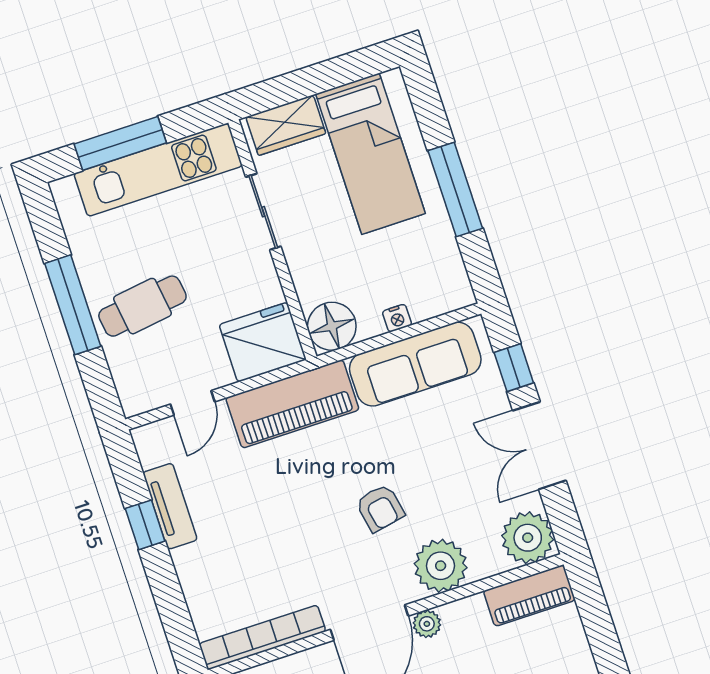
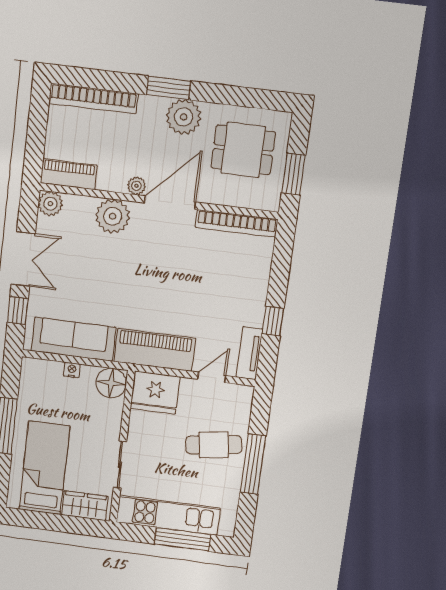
tv unit: (170, 506) -> (249, 353), moved
armchair: (380, 508) -> (132, 266), removed
plant: (528, 538) -> (50, 204), width x0.73, depth x0.73

